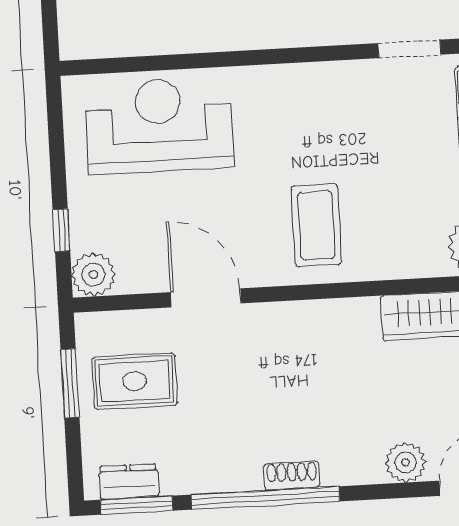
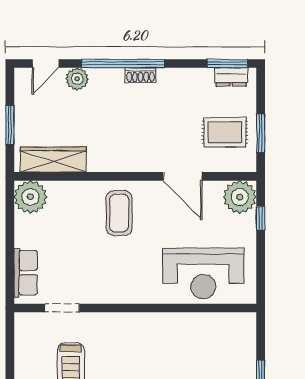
plant: (93, 275) -> (240, 197), width x1.36, depth x1.36
window: (266, 498) -> (123, 63), moved

